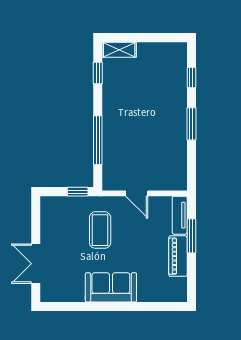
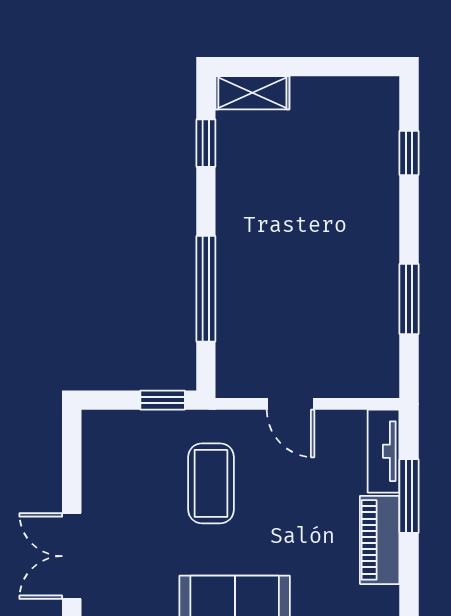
window: (191, 124) -> (409, 299), moved

